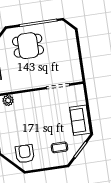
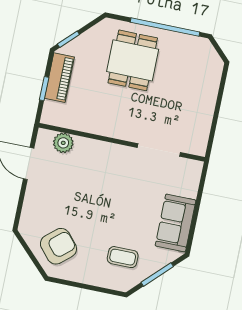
dining table: (28, 46) -> (133, 60), turned 90
armchair: (25, 154) -> (58, 246), turned 49

